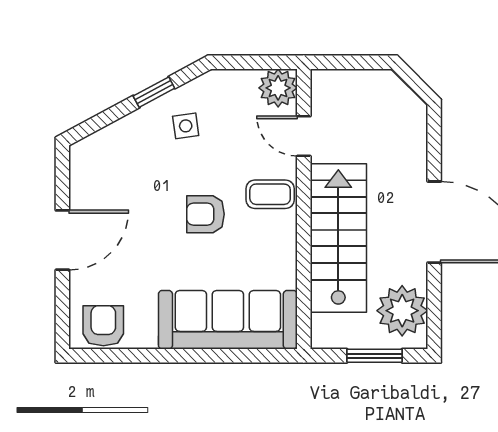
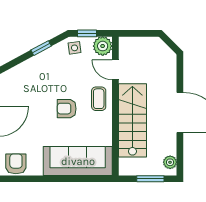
window: (247, 62) -> (87, 33), added
side table: (186, 126) -> (75, 48), moved
coffee table: (270, 194) -> (99, 99), turned 90
plant: (402, 311) -> (170, 162), width x0.53, depth x0.53

